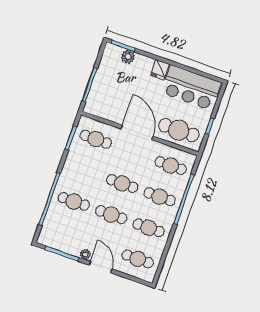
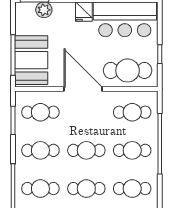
booth: (103, 94) -> (31, 60), added
cafe table: (85, 170) -> (40, 150), added

